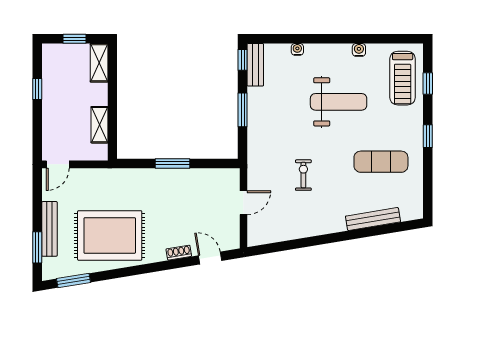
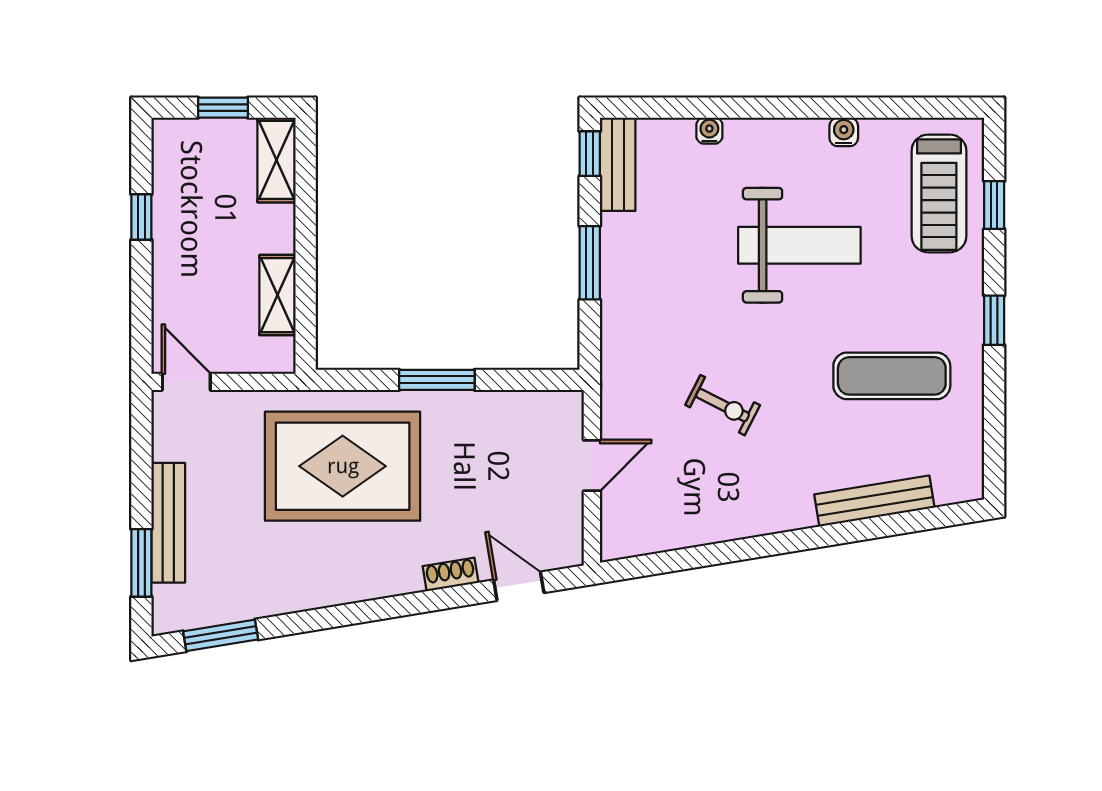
door: (58, 164) -> (186, 382), swing flipped
exercise bike: (303, 175) -> (723, 405), turned 117
rug: (110, 235) -> (343, 466), moved

